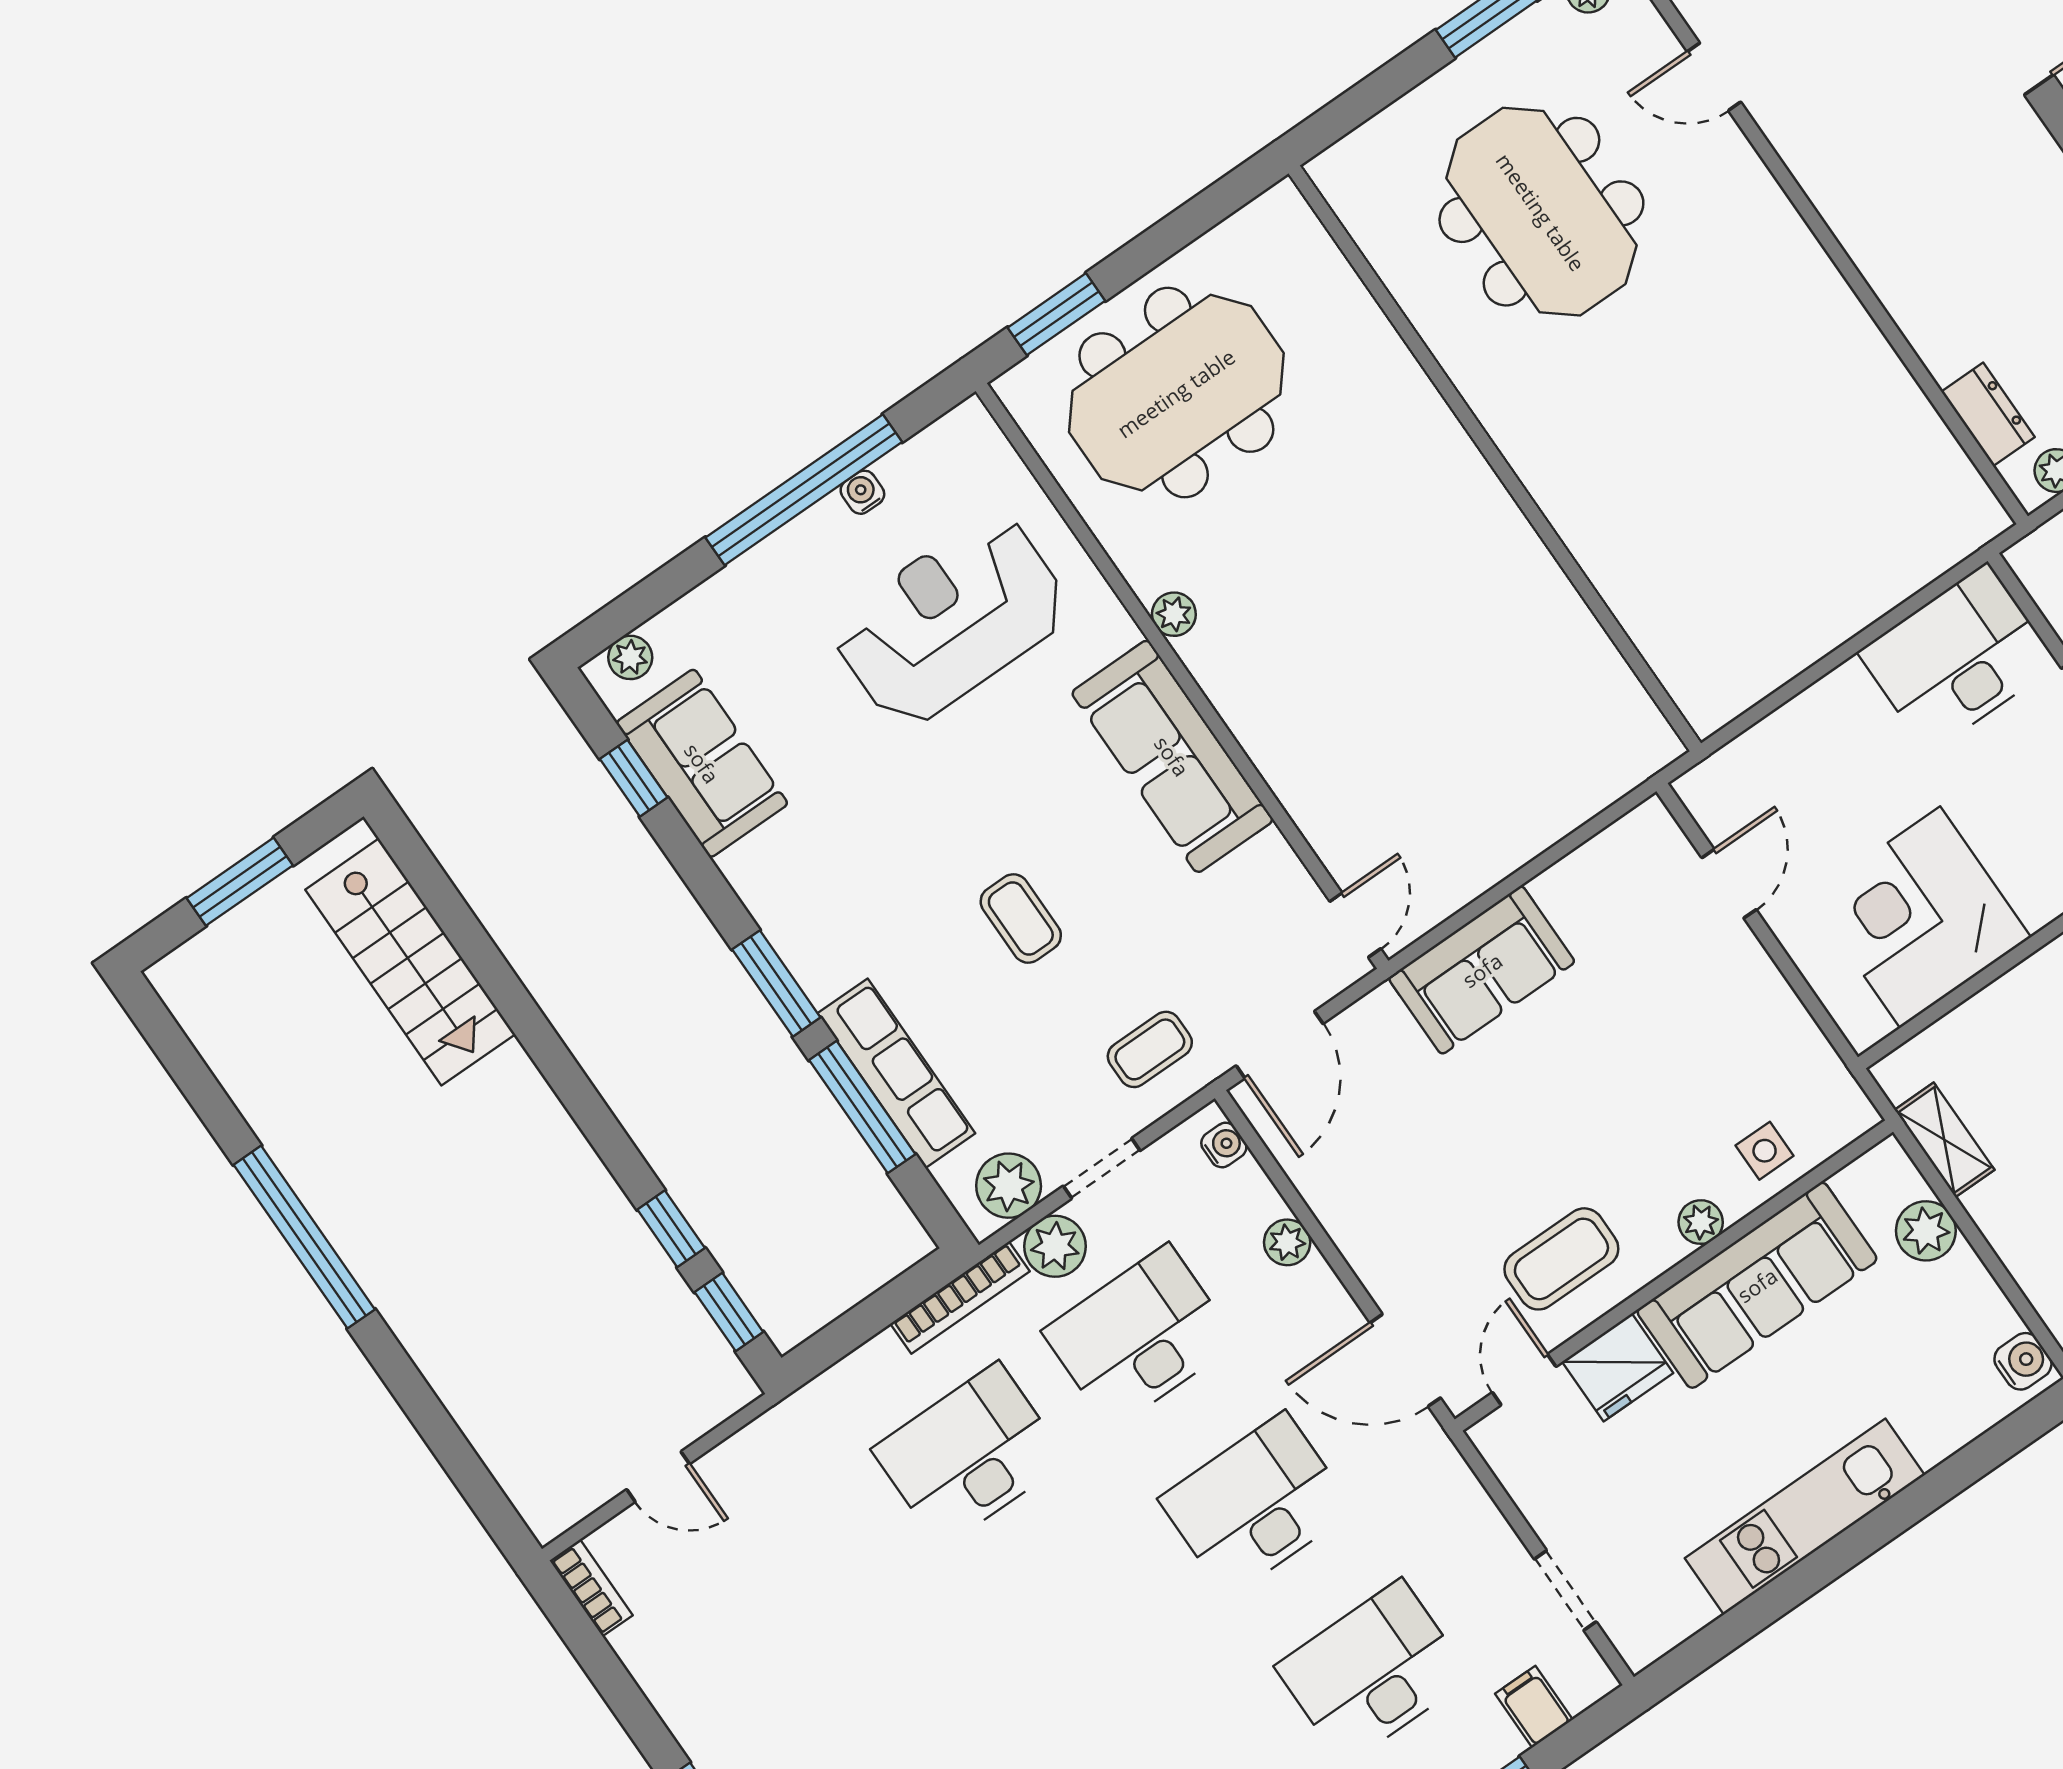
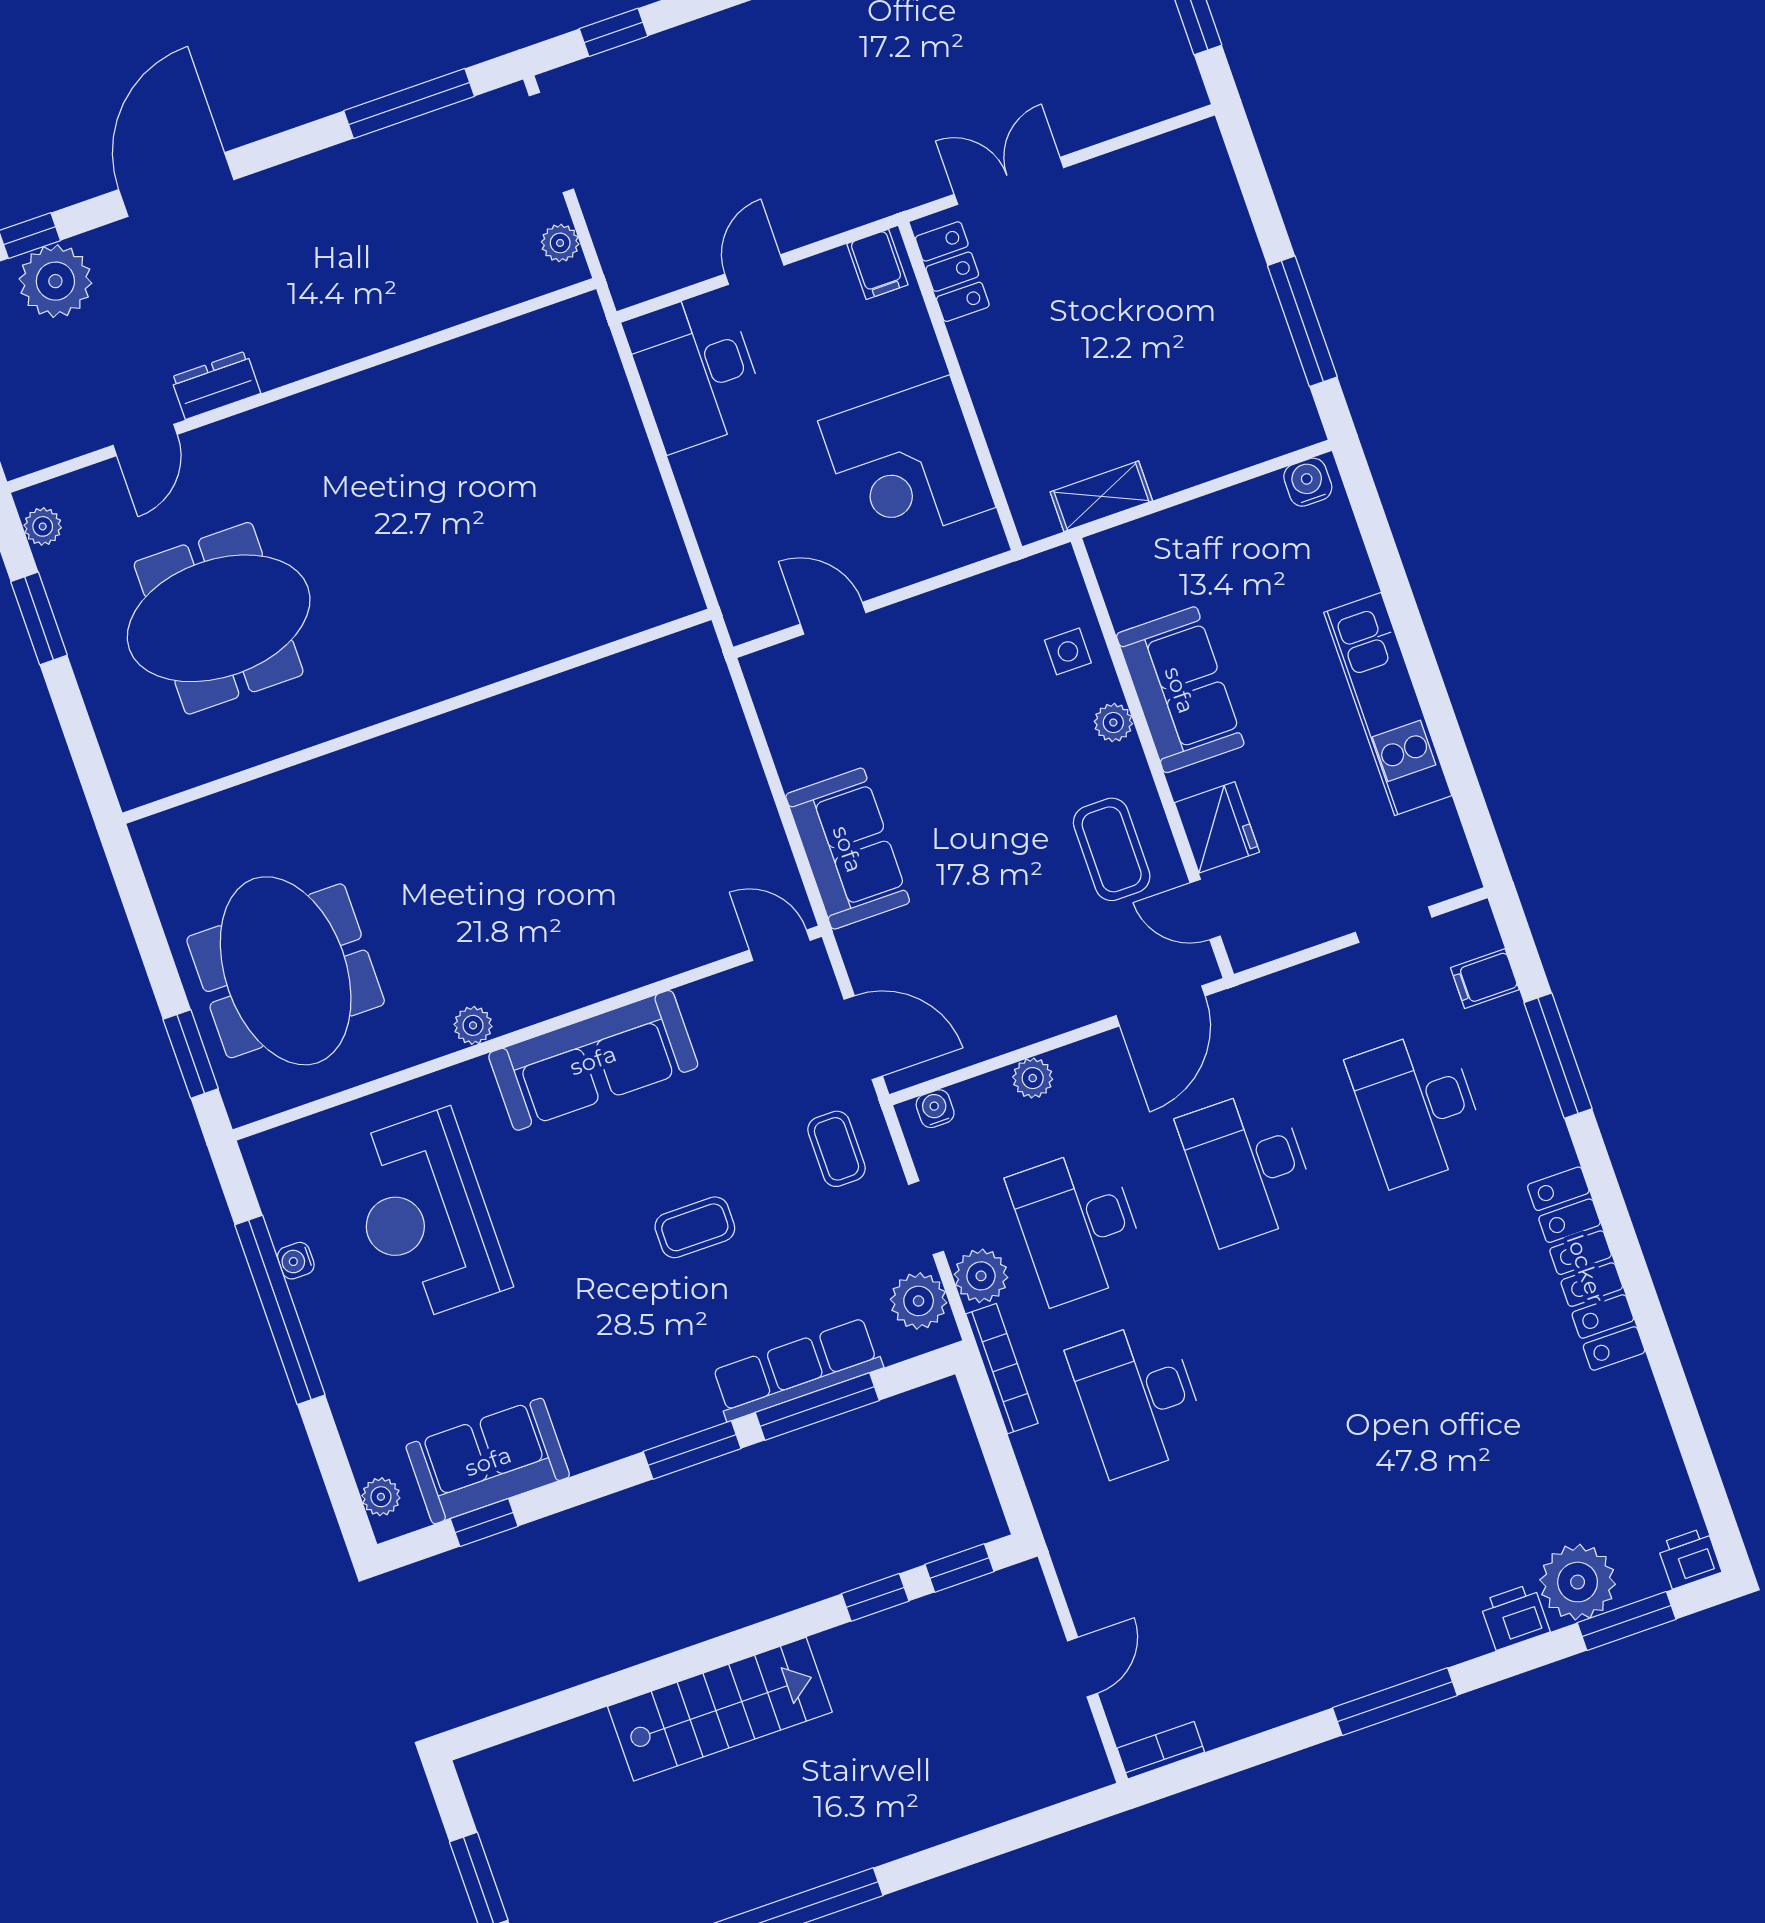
dresser: (1988, 414) -> (216, 385), moved
stairs: (410, 962) -> (720, 1709), moved
plant: (1926, 1231) -> (1174, 534), removed
sofa: (1757, 1285) -> (1180, 690), width x0.73

